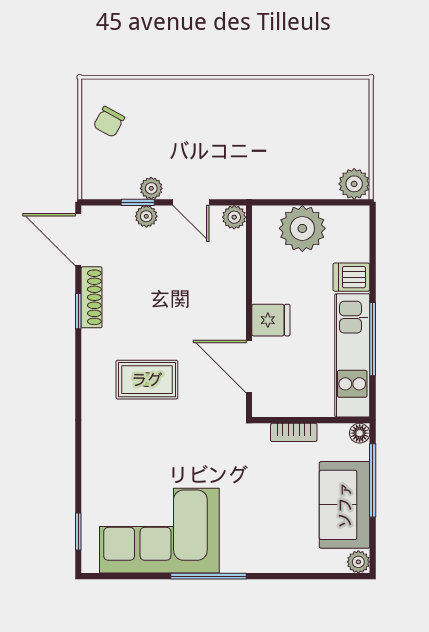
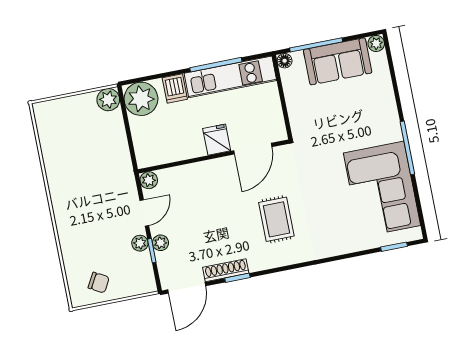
plant: (302, 228) -> (141, 99), moved
bookcase: (294, 432) -> (293, 108), removed

